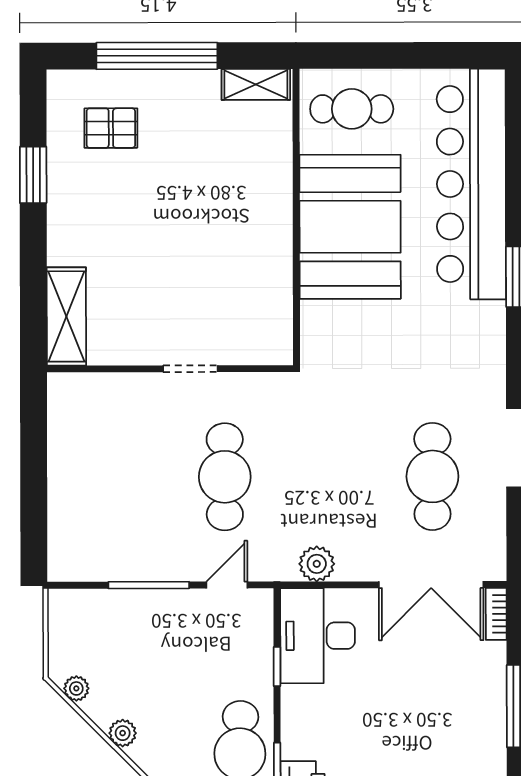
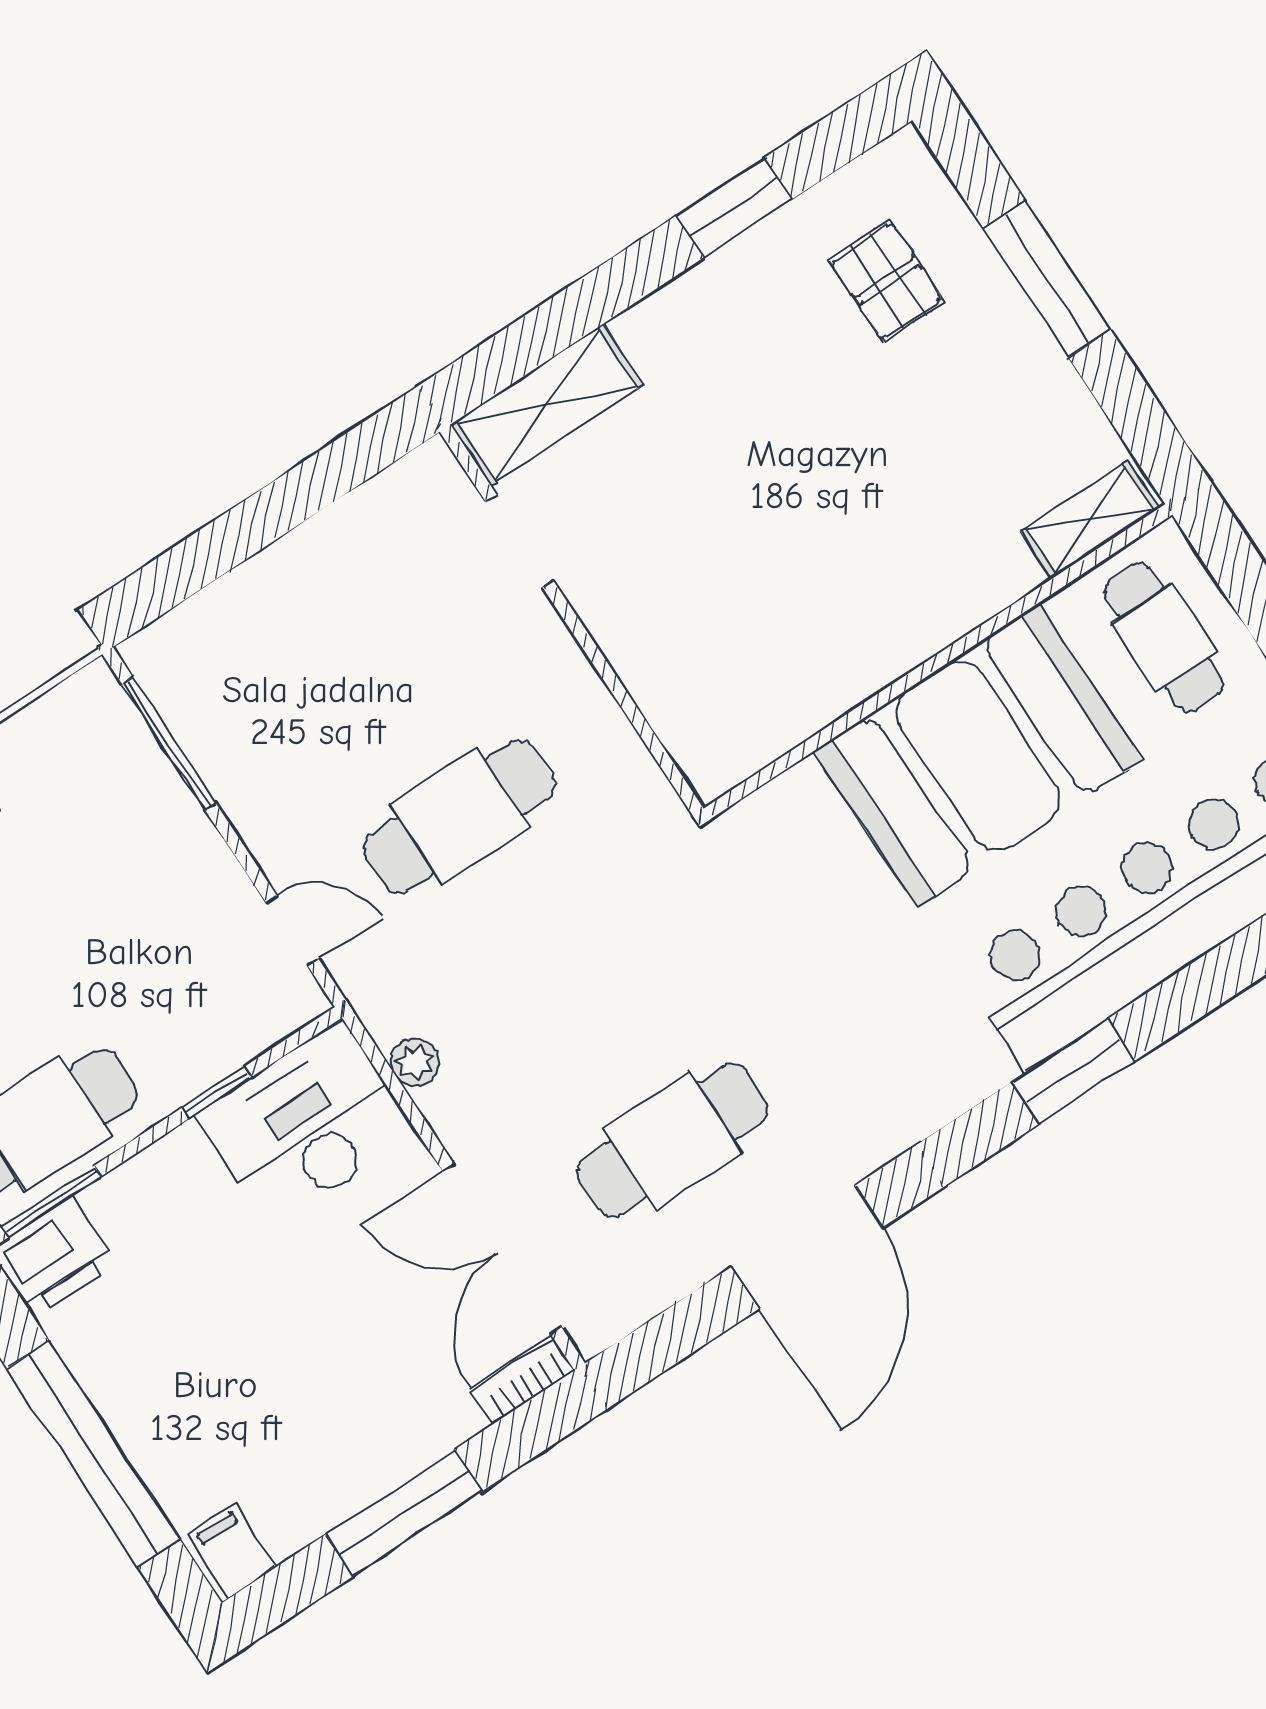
window: (157, 56) -> (1047, 279), width x0.68
shelving: (256, 84) -> (1090, 520), moved, turned 90
doorway: (190, 369) -> (520, 541), moved
plant: (317, 564) -> (415, 1062), width x0.73, depth x0.73
window: (149, 585) -> (169, 743), moved

